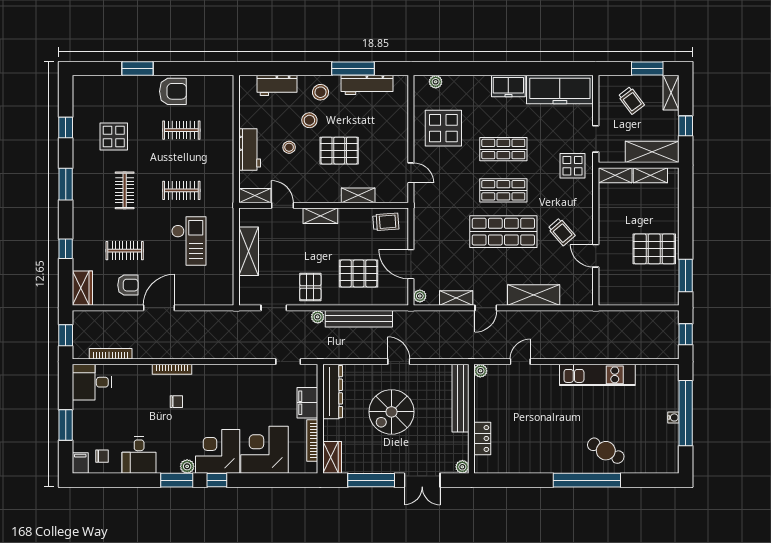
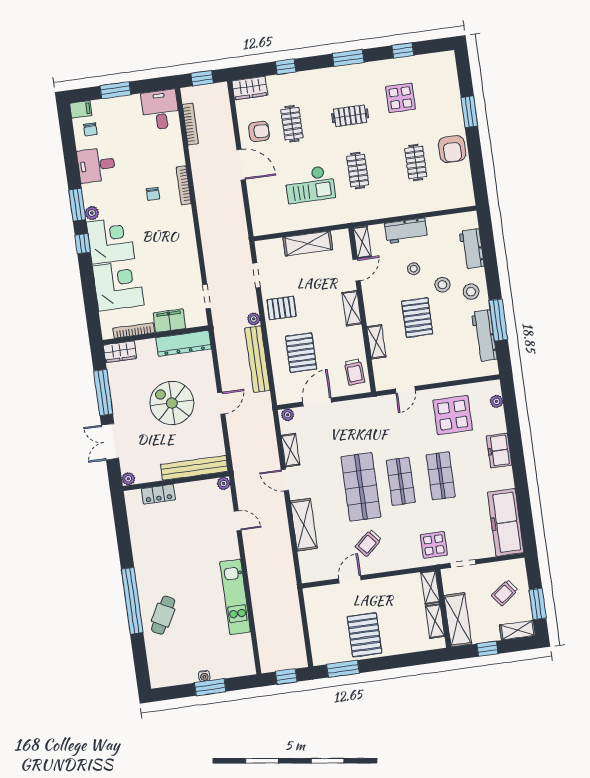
freezer: (508, 86) -> (499, 451), moved
armchair: (128, 285) -> (259, 132), turned -90
window: (686, 413) -> (210, 687), width x0.47

